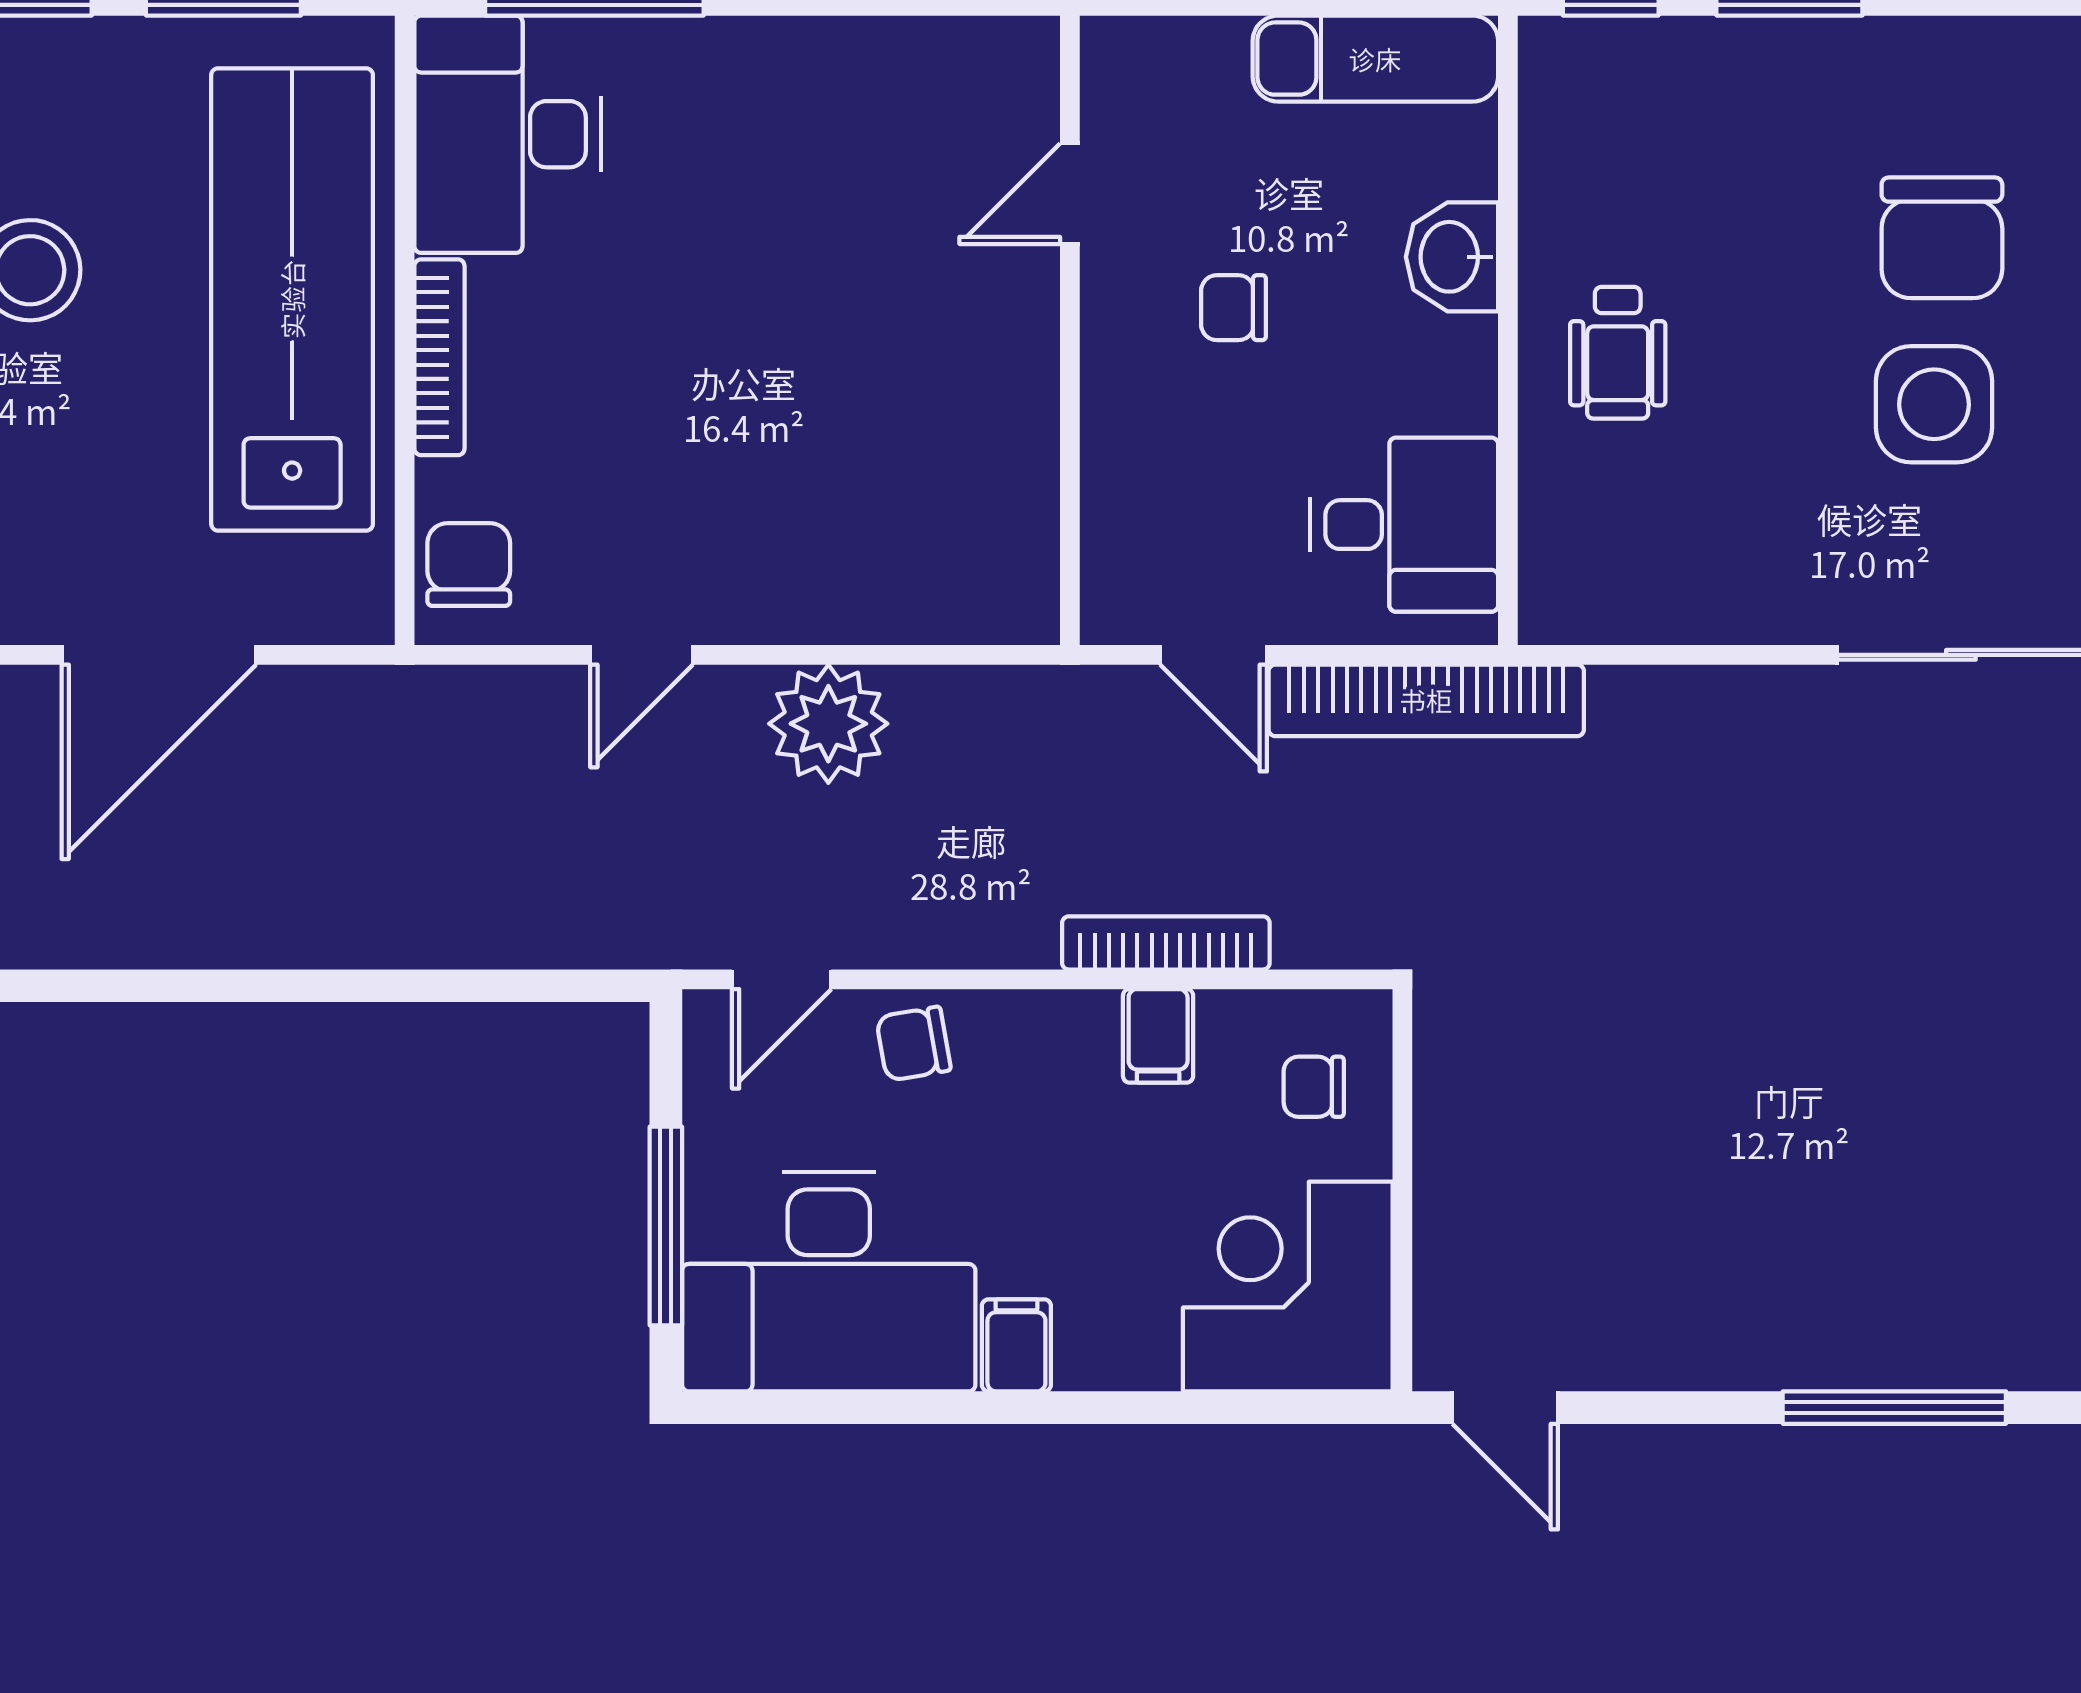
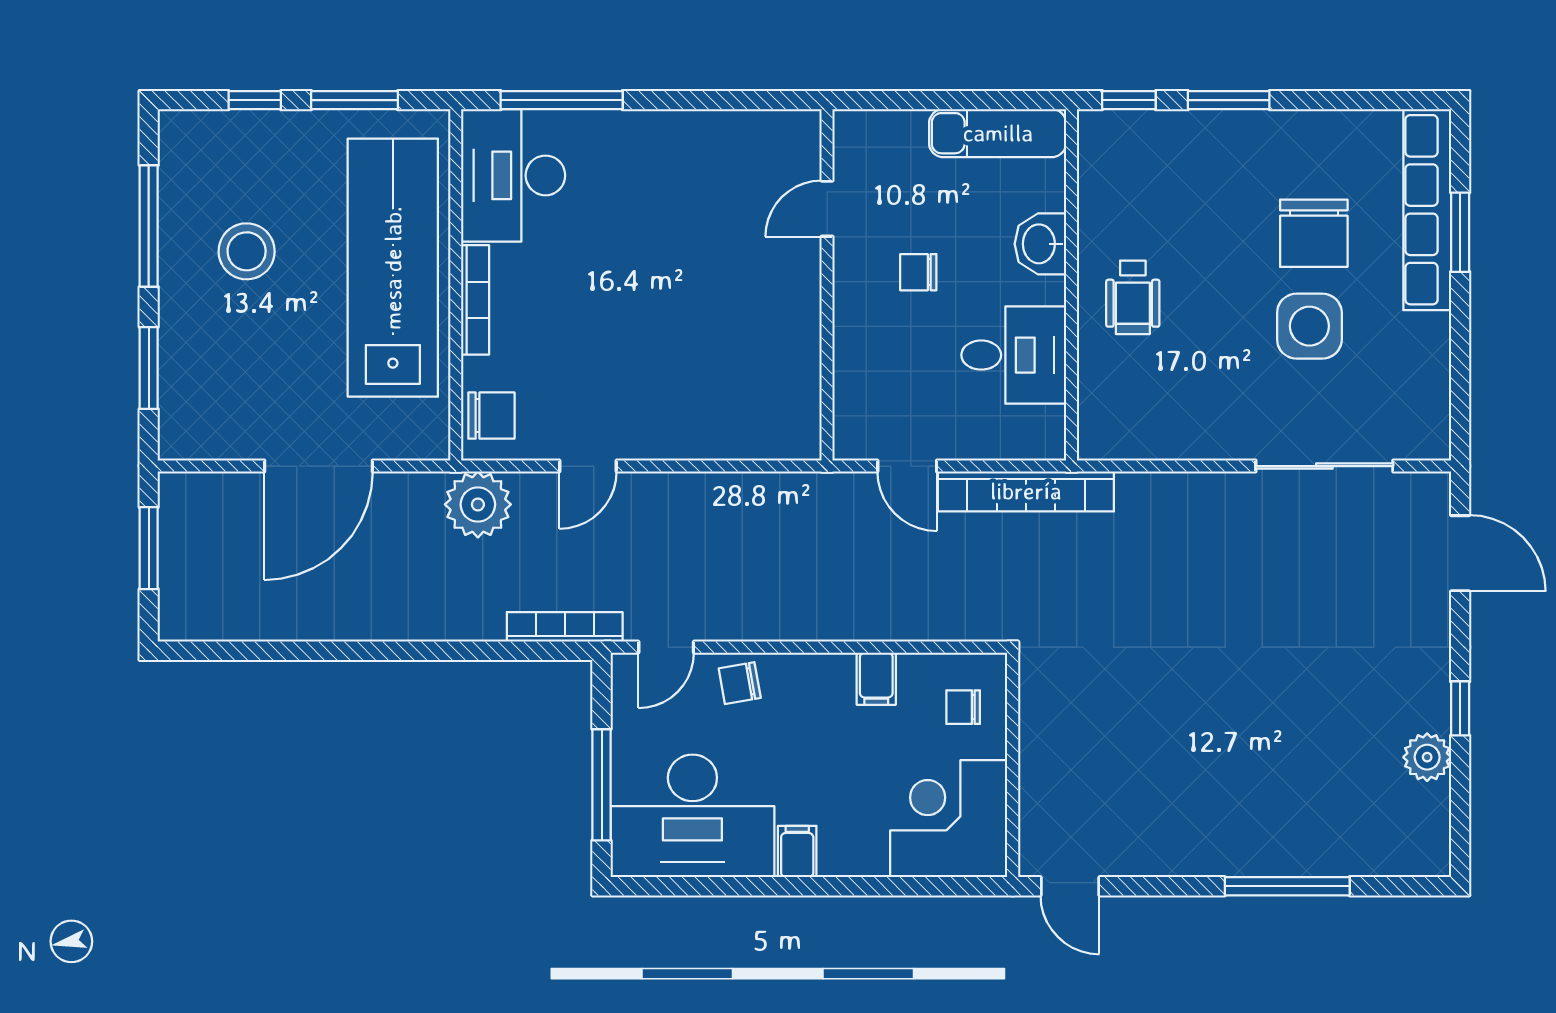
desk: (1404, 525) -> (1014, 355), moved
chair: (469, 565) -> (491, 416), turned 90
plant: (828, 724) -> (478, 504), moved
bookcase: (1166, 943) -> (565, 627), moved

